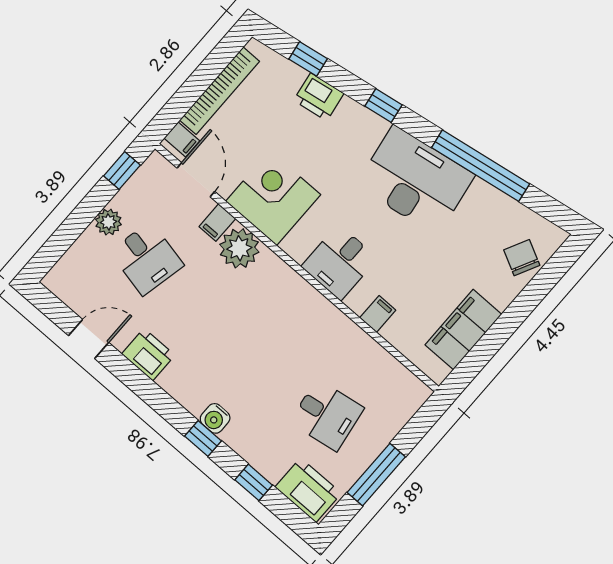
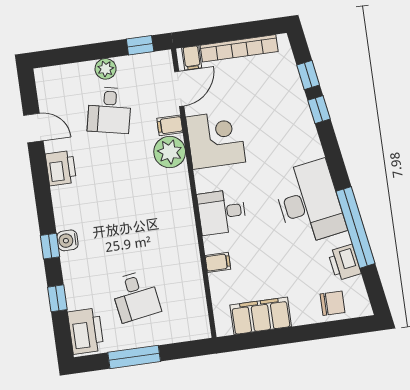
printer: (319, 97) -> (344, 262), moved
window: (384, 106) -> (319, 110), moved
chair: (522, 258) -> (332, 303), turned 63

